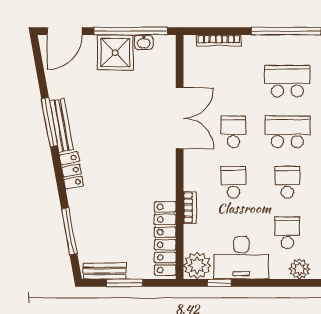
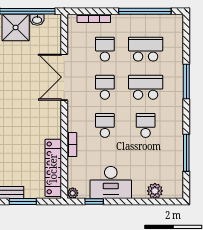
double door: (180, 118) -> (64, 77), swing flipped
school desk: (287, 233) -> (105, 49), moved
plant: (197, 265) -> (73, 193), width x0.53, depth x0.53

